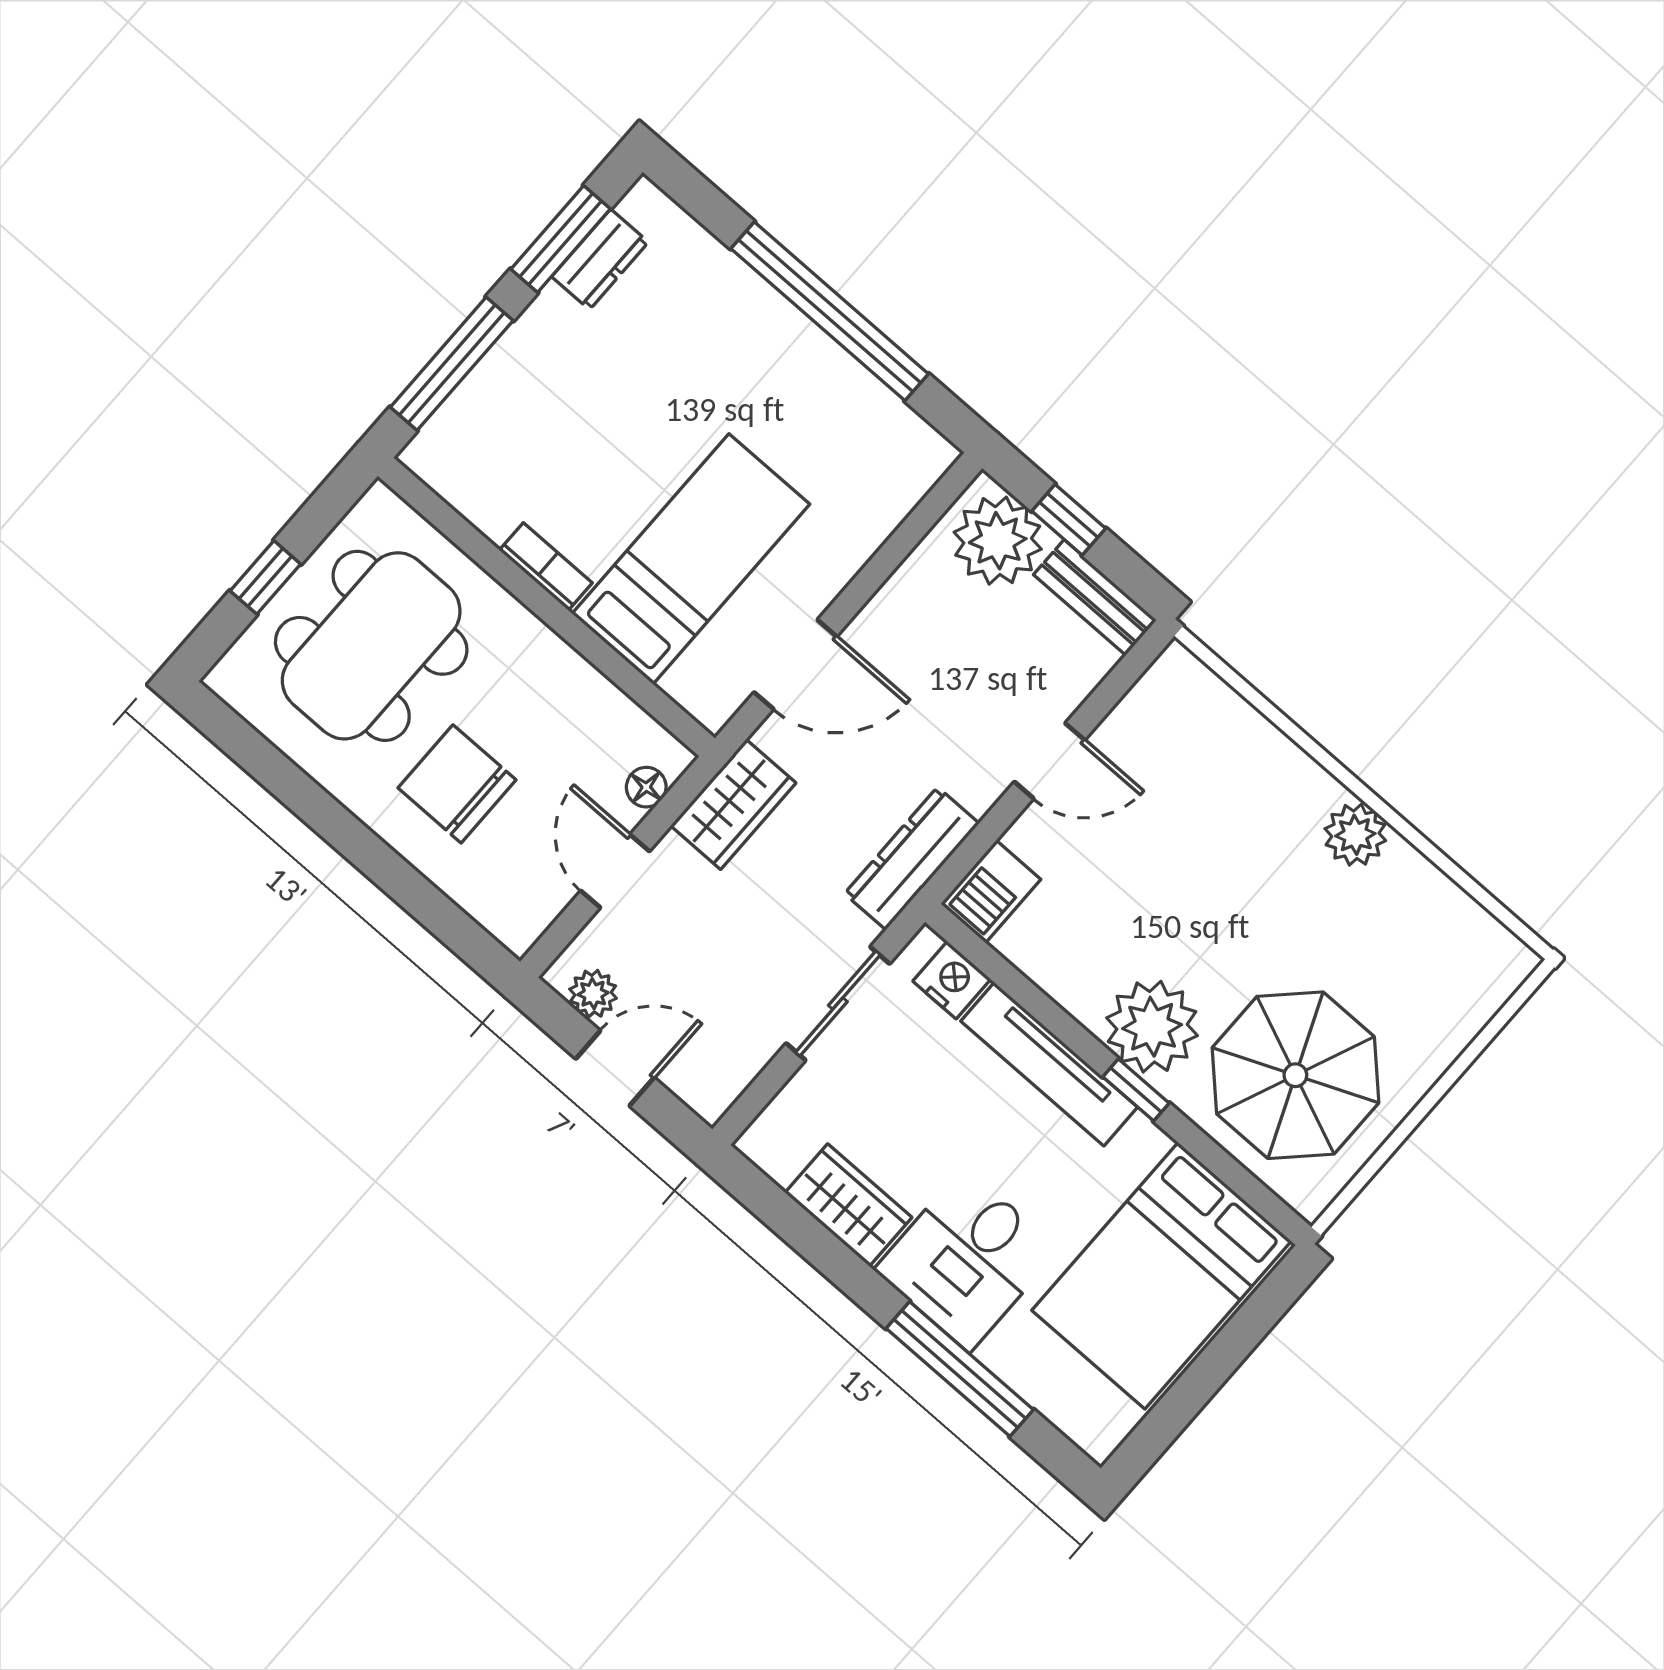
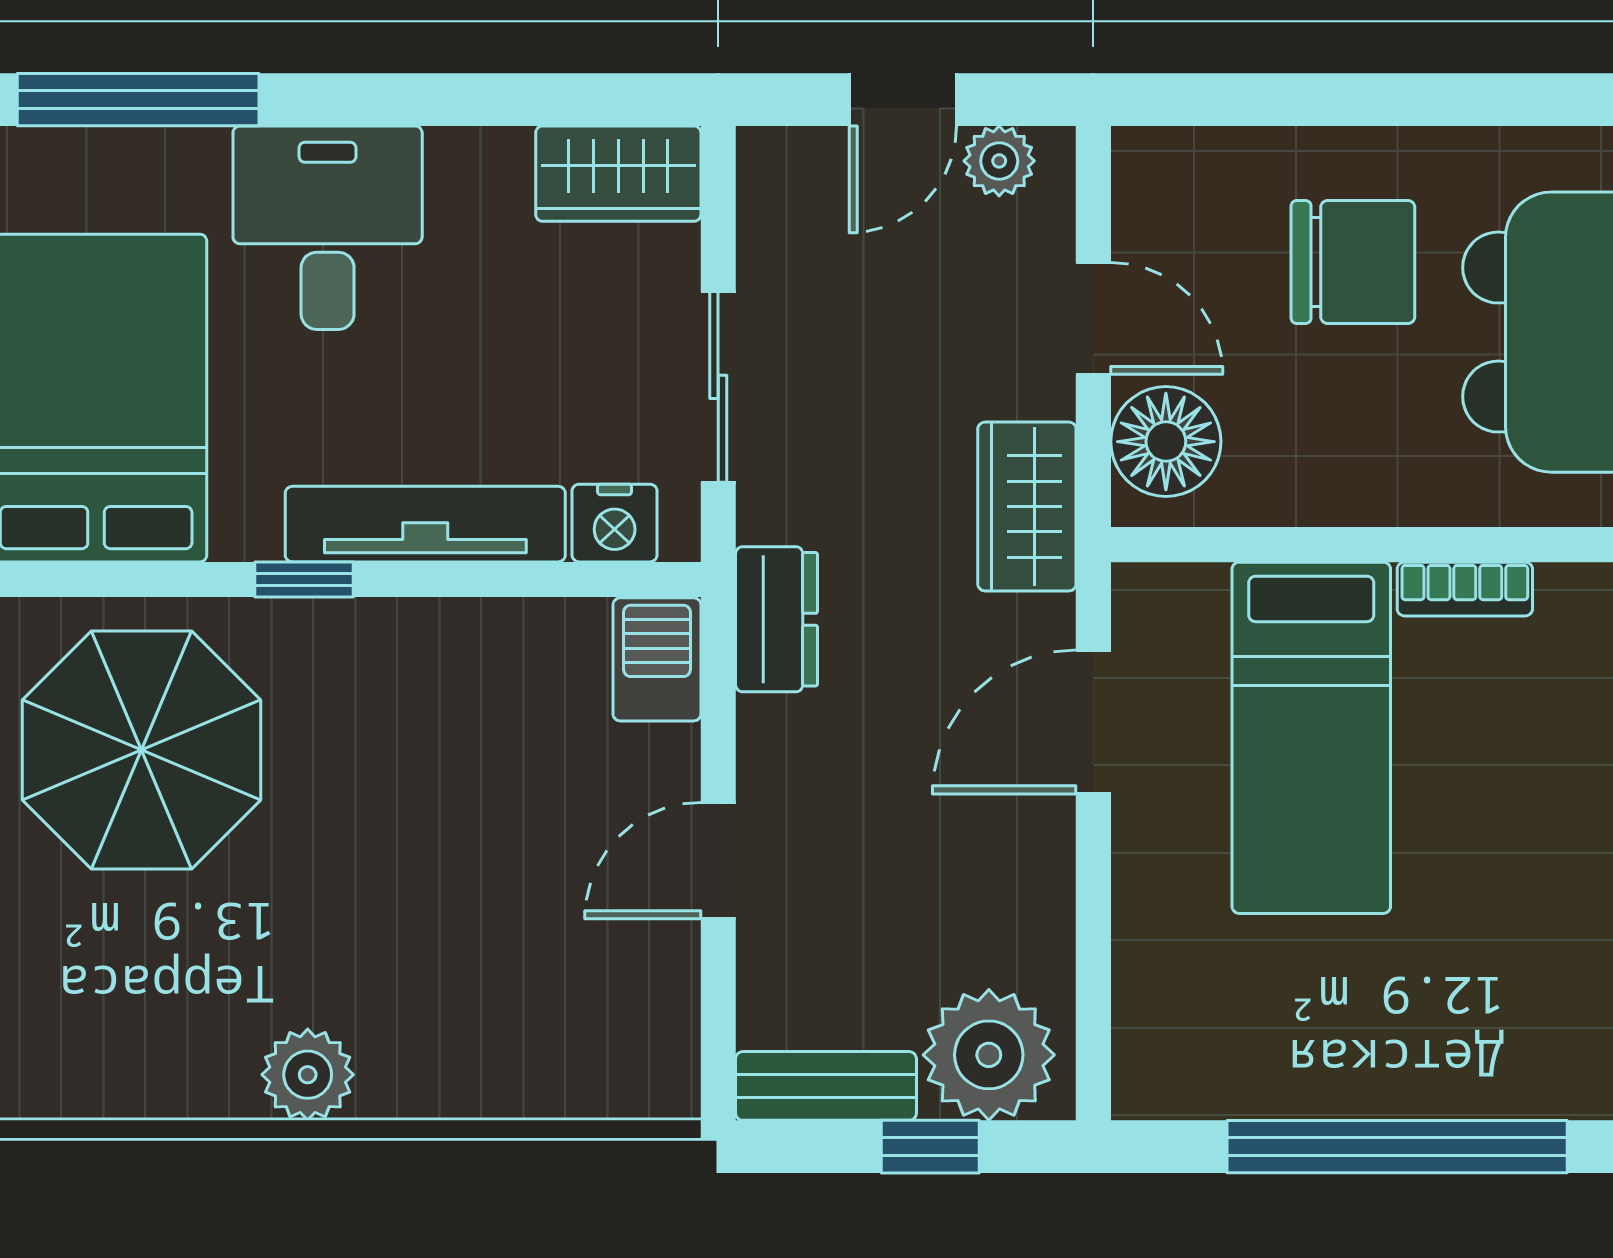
floor lamp: (646, 787) -> (1166, 442), width x1.89, depth x1.89
dresser: (912, 858) -> (777, 619), width x0.70
plant: (1152, 1027) -> (347, 665), removed
wardrobe: (848, 1205) -> (618, 174), moved
window: (960, 1369) -> (138, 100), moved

